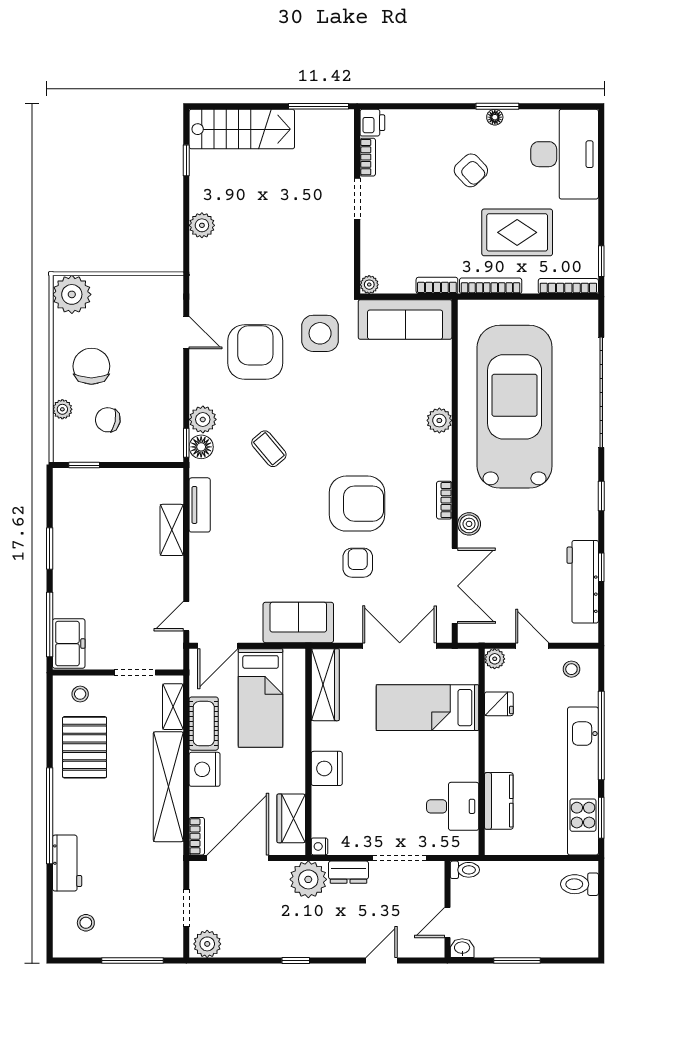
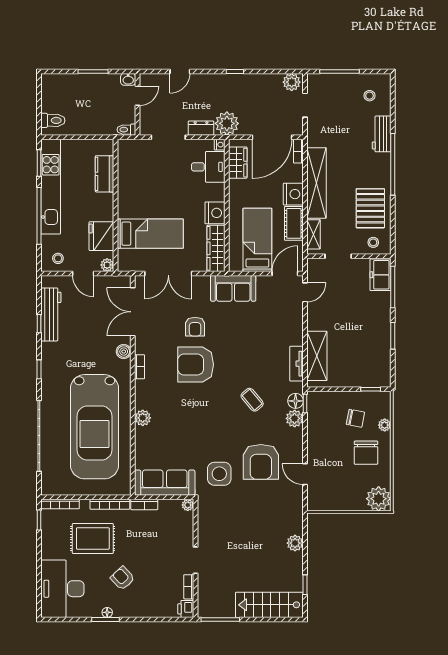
shelving: (172, 530) -> (317, 356), width x1.50, depth x1.33
fridge: (499, 704) -> (101, 236), width x1.88, depth x1.34
nightstand: (327, 768) -> (215, 213), moved
desk: (453, 806) -> (208, 167), moved, turned 180

